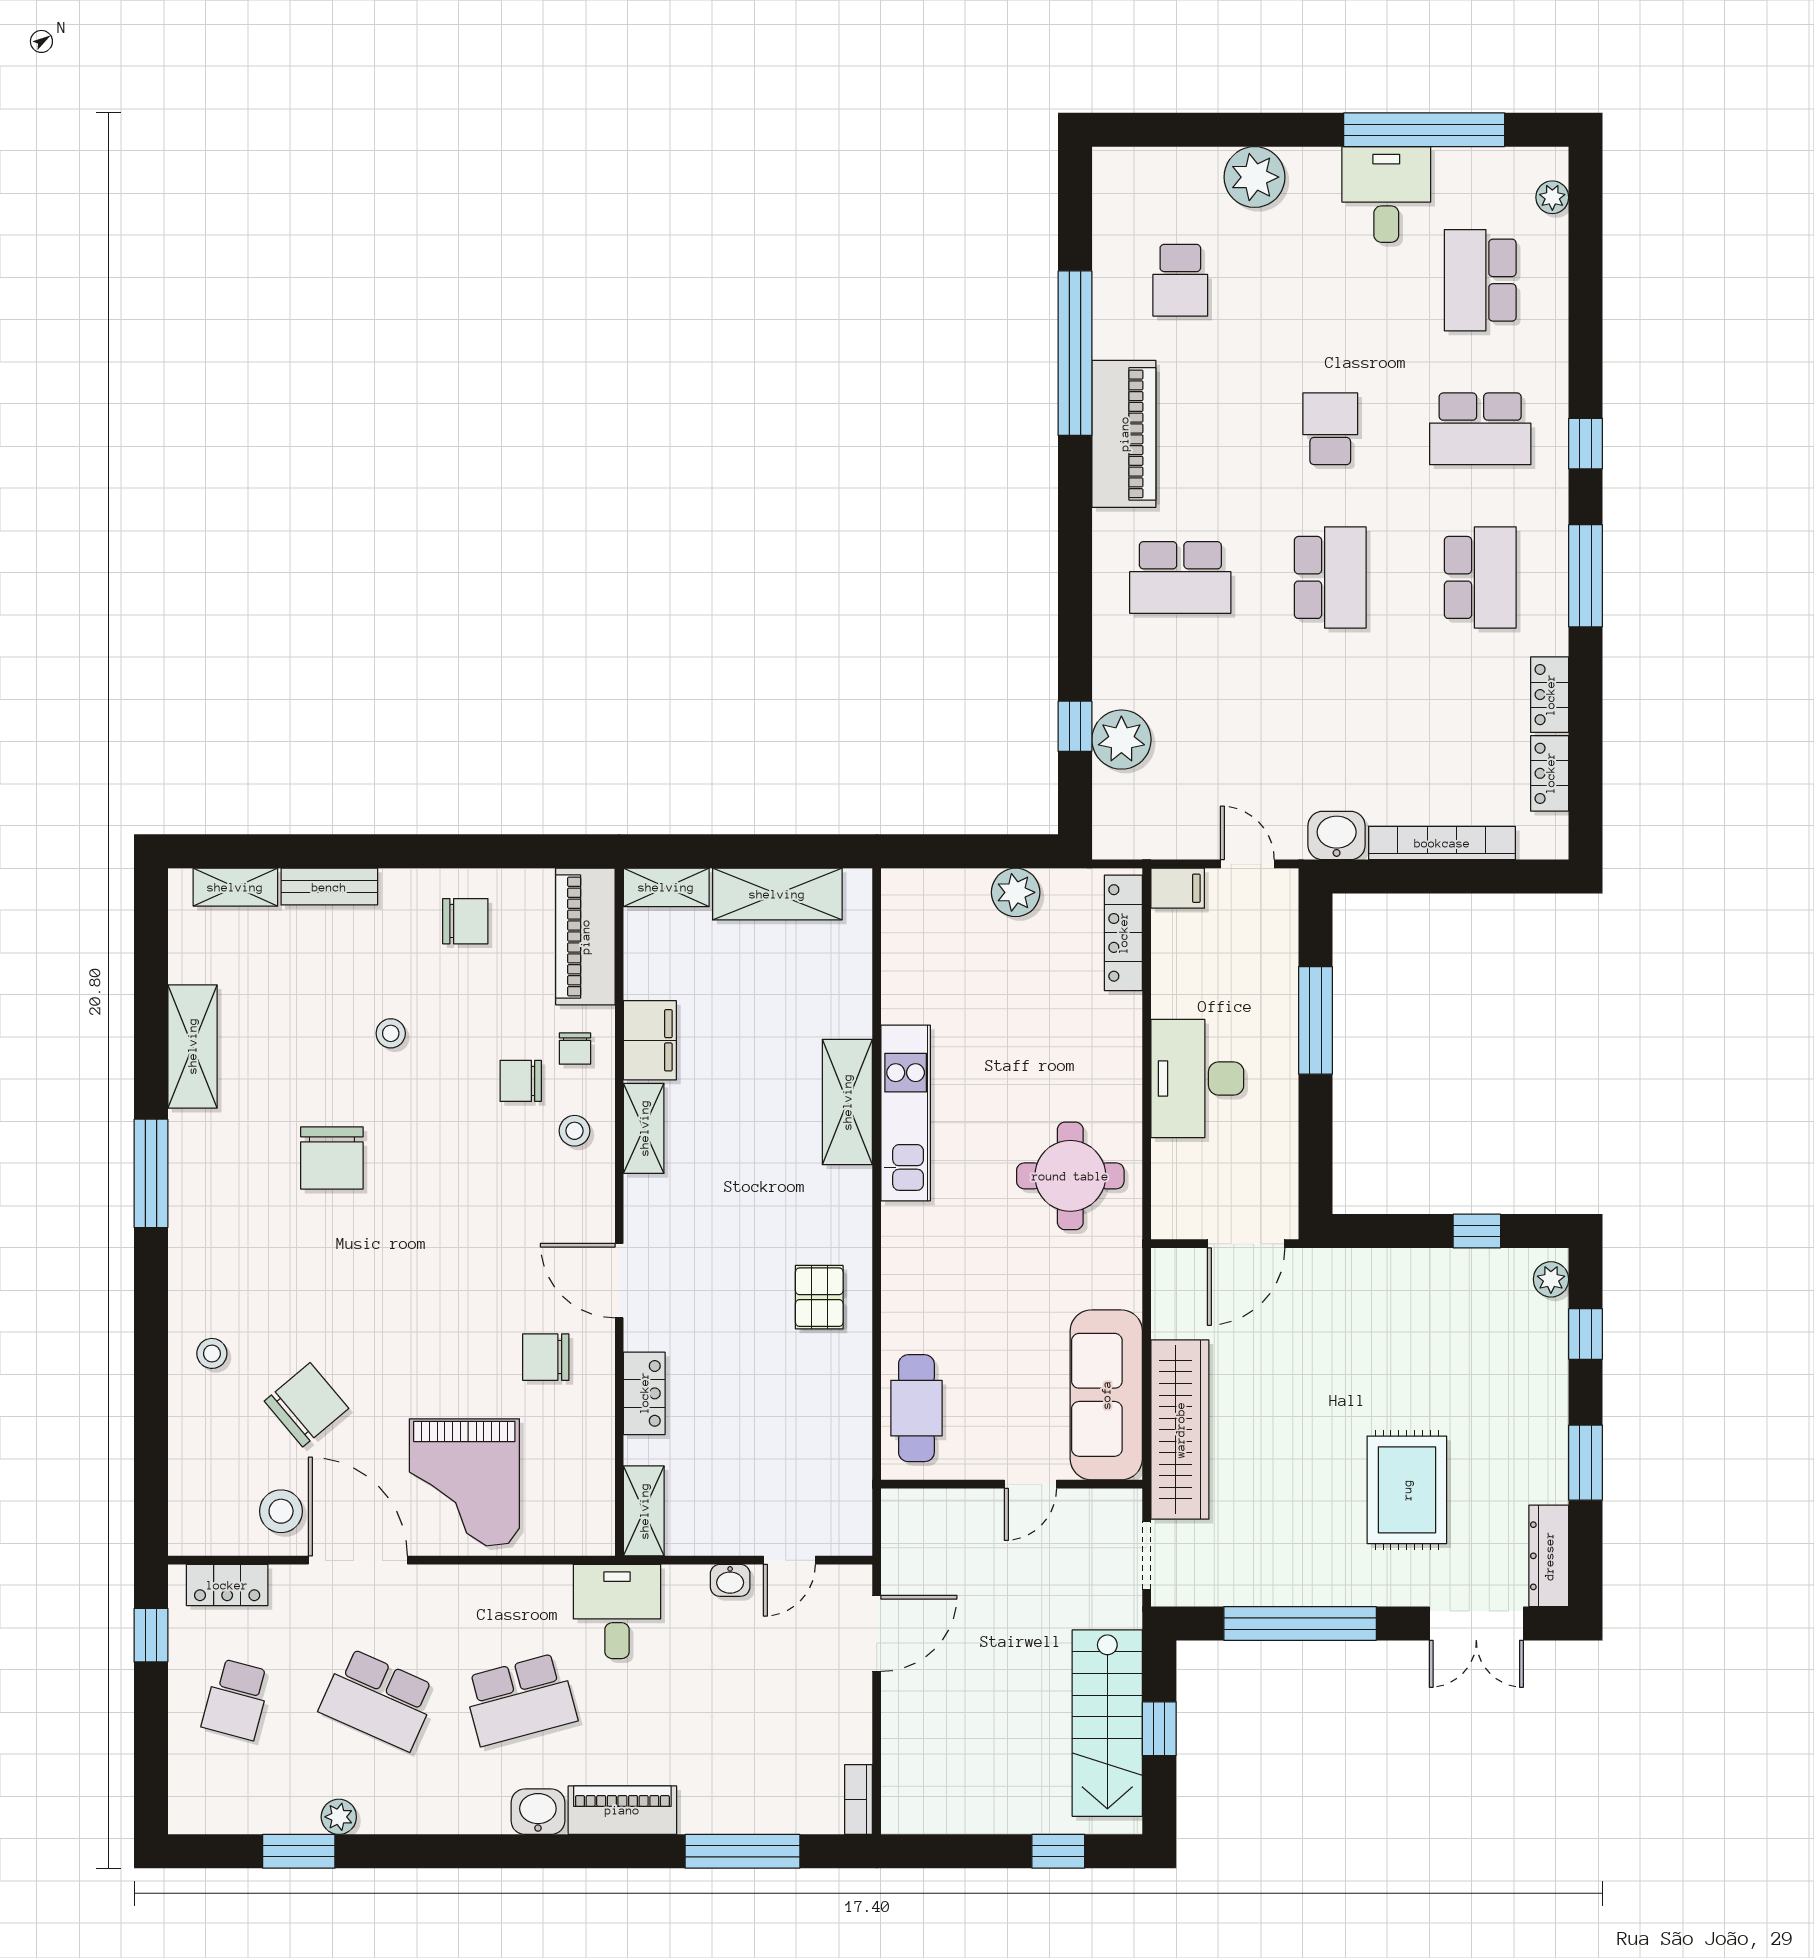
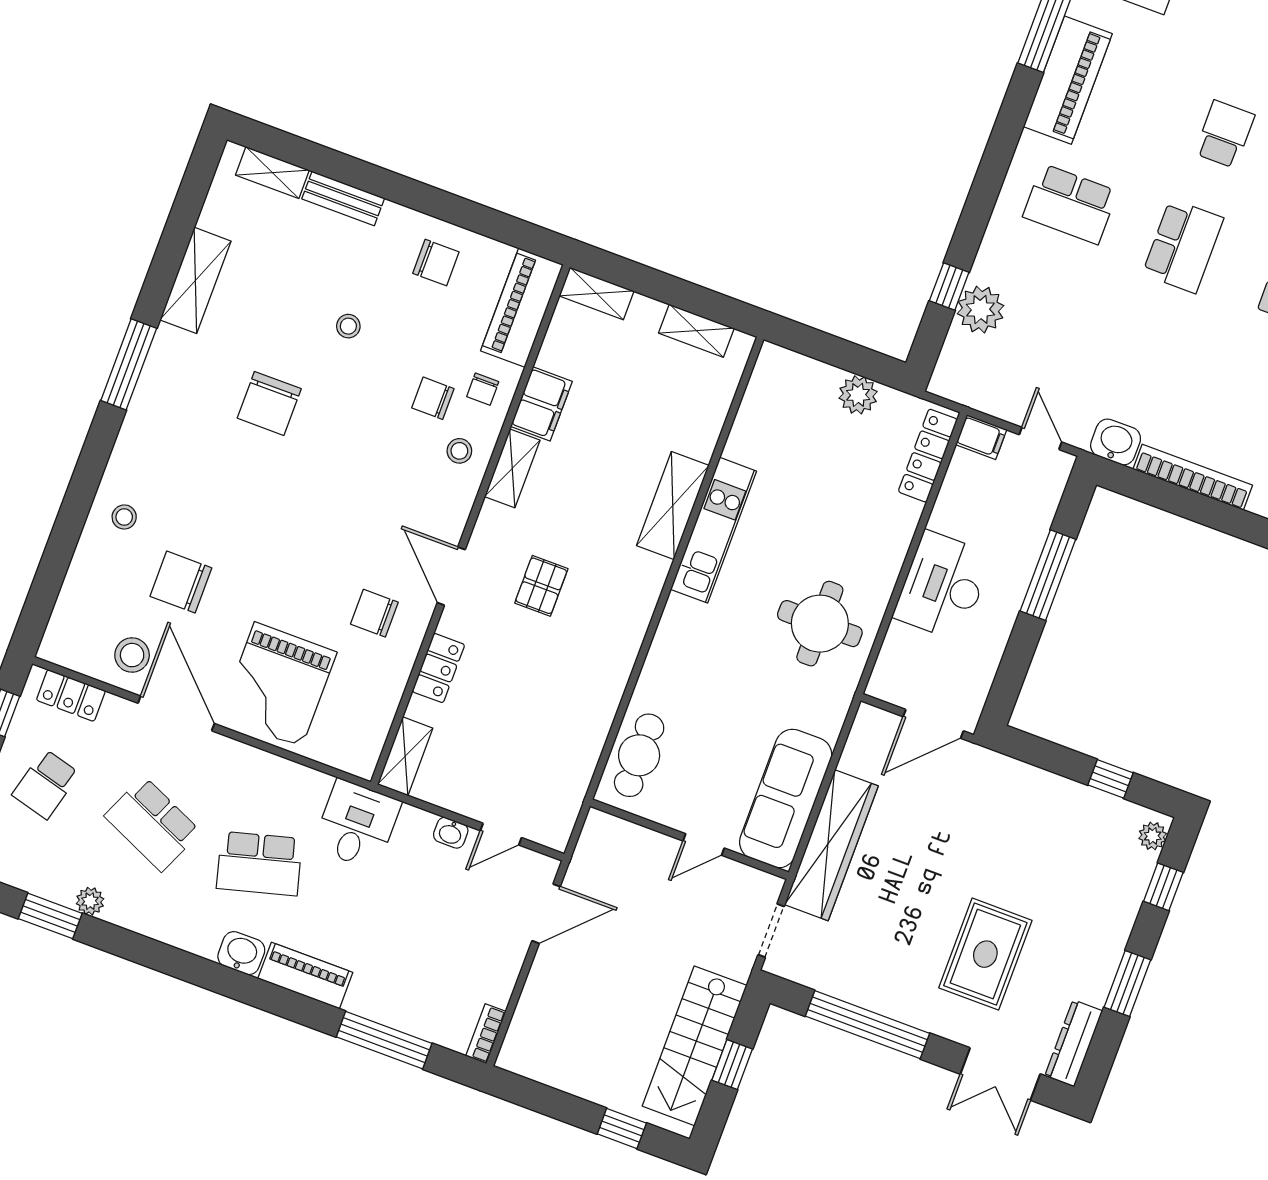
shelving: (777, 894) -> (696, 331), width x0.67, depth x0.75
pallet: (819, 1297) -> (541, 586), moved
chair: (306, 1405) -> (181, 582), turned -140

